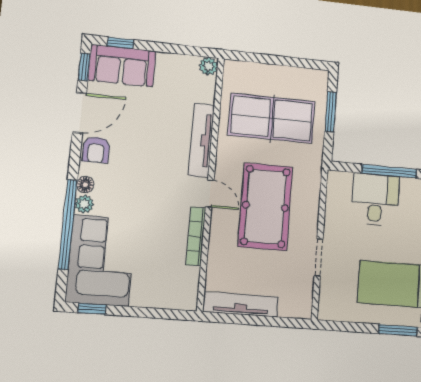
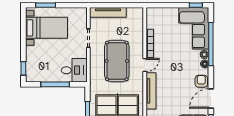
door: (210, 193) -> (145, 65), swing flipped
desk: (375, 200) -> (74, 70), moved, turned -90
tv unit: (241, 304) -> (108, 12), moved

